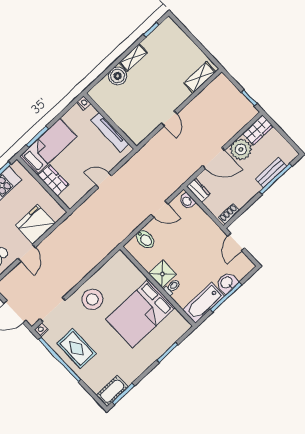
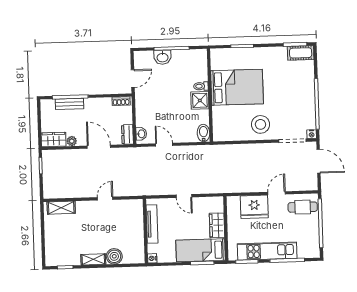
plant: (241, 149) -> (72, 141), width x0.53, depth x0.53
bidet: (145, 239) -> (203, 133), moved
bathtub: (204, 303) -> (190, 58), removed
rug: (77, 348) -> (299, 101), removed

